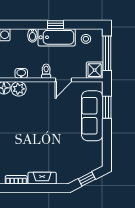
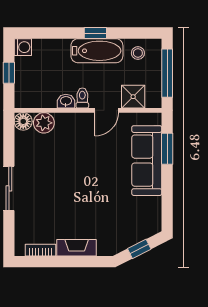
bidet: (32, 35) -> (63, 48), removed
shower: (95, 70) -> (133, 97), moved
washbasin: (21, 73) -> (66, 101), moved

